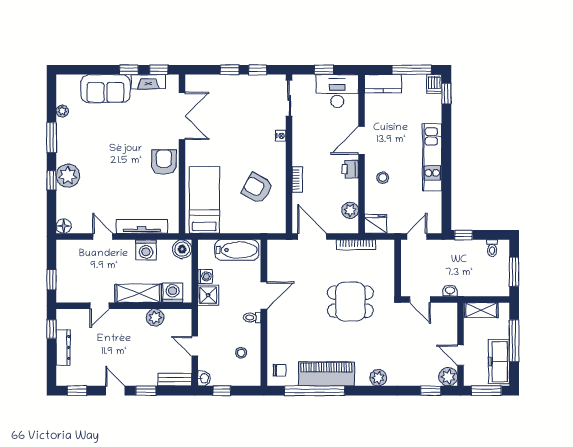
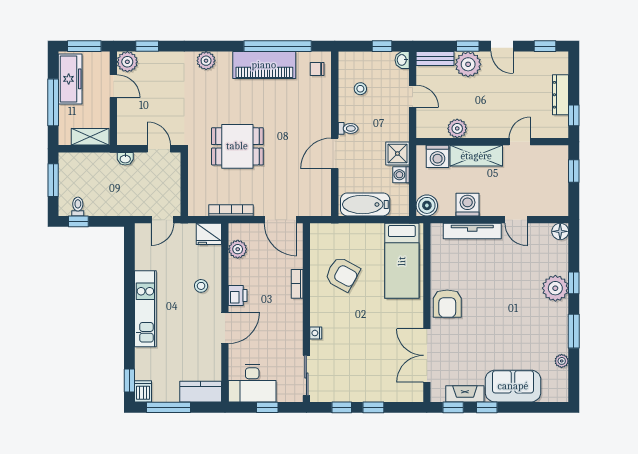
window: (463, 235) -> (78, 221), moved
plant: (145, 375) -> (468, 64), added

